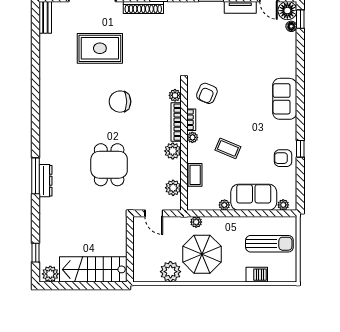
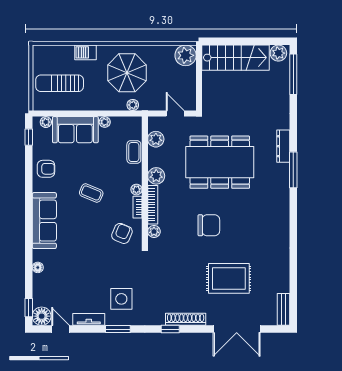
floor lamp: (291, 26) -> (38, 267), moved
side table: (208, 28) -> (121, 299), added
sofa: (285, 99) -> (44, 221), width x1.36
coffee table: (228, 148) -> (91, 193), moved
window: (300, 149) -> (29, 137), moved
dining table: (109, 165) -> (220, 162), width x1.88, depth x1.24
window: (36, 176) -> (293, 170), moved
window: (36, 253) -> (293, 74), width x2.17
plant: (170, 272) -> (186, 55), moved
barbecue: (257, 275) -> (85, 52), moved

